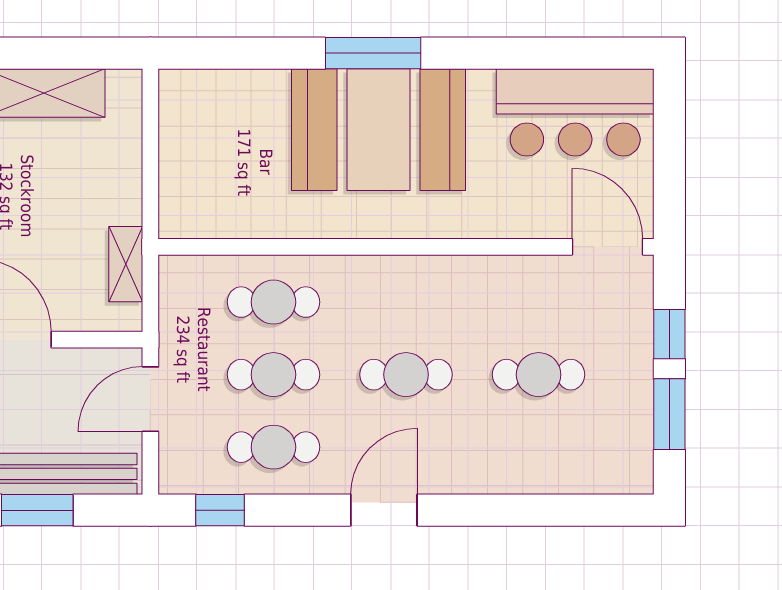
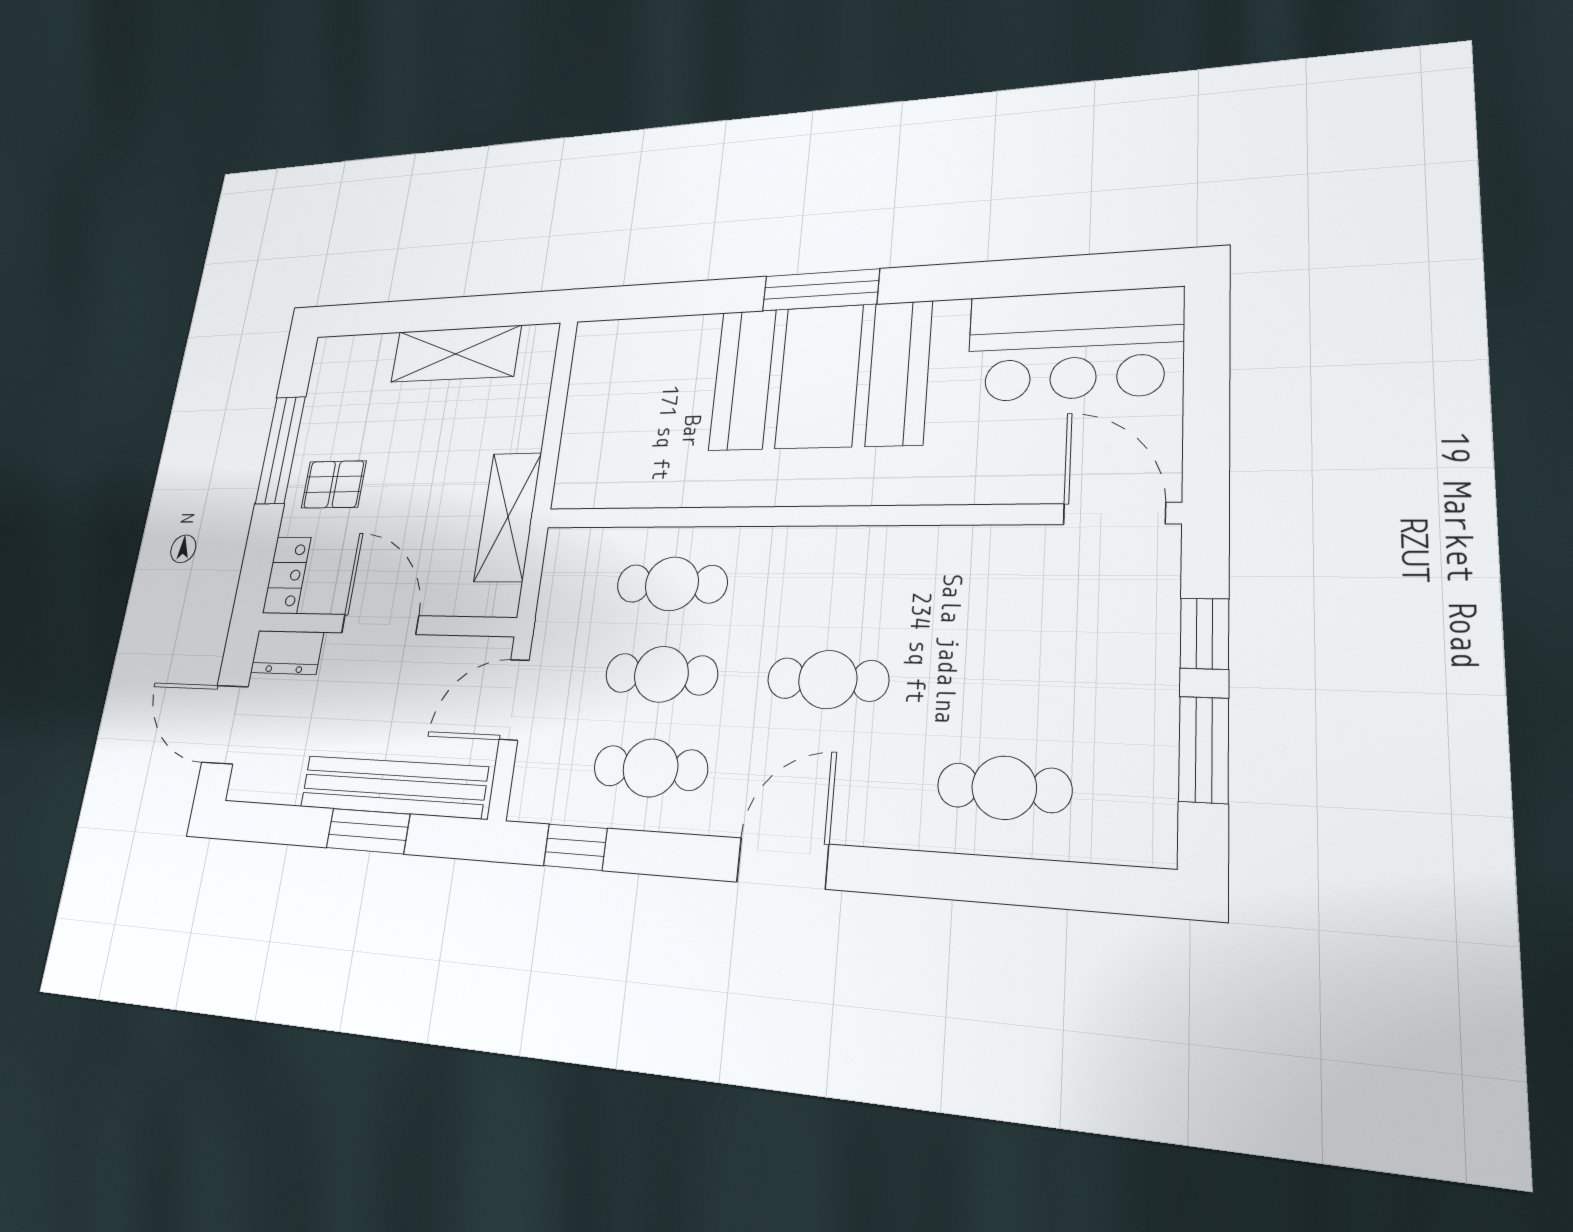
shelving: (126, 264) -> (508, 517), width x1.50, depth x1.33
cafe table: (539, 375) -> (1004, 788), moved

